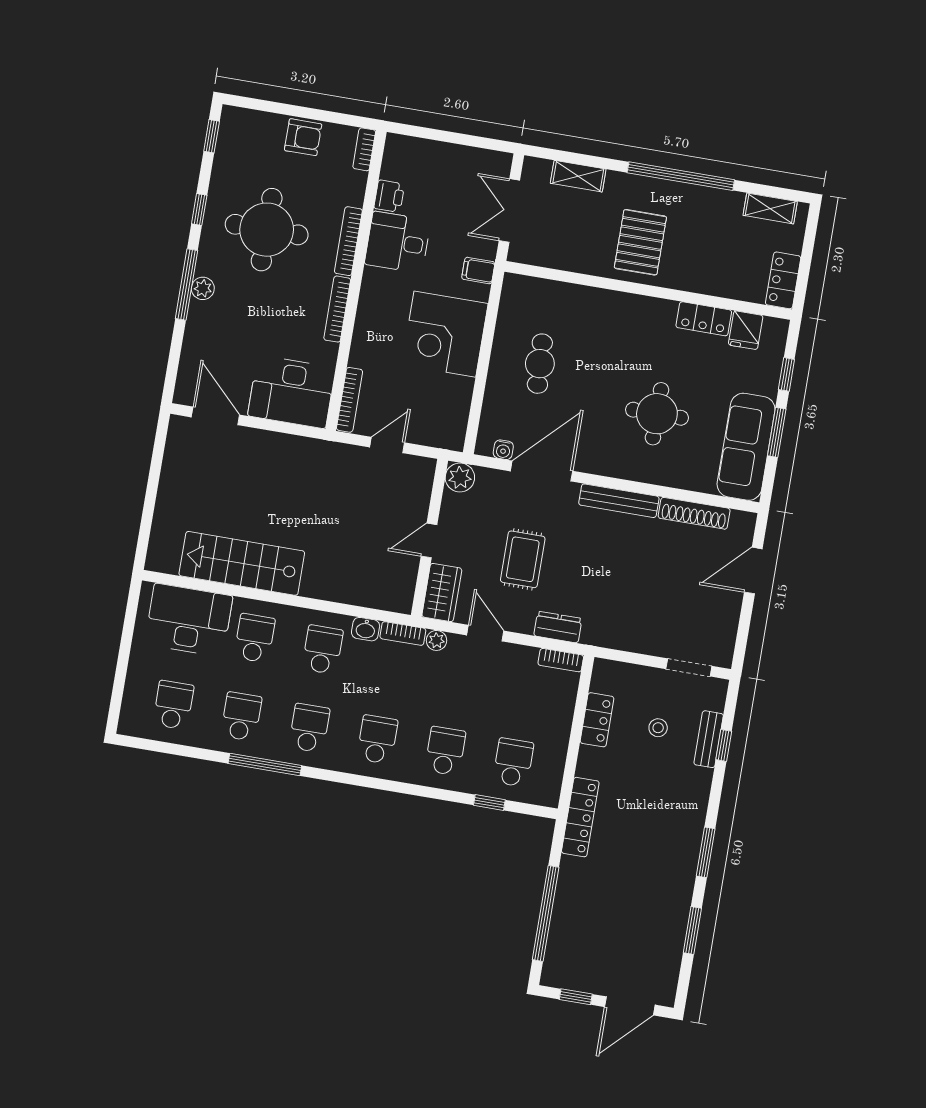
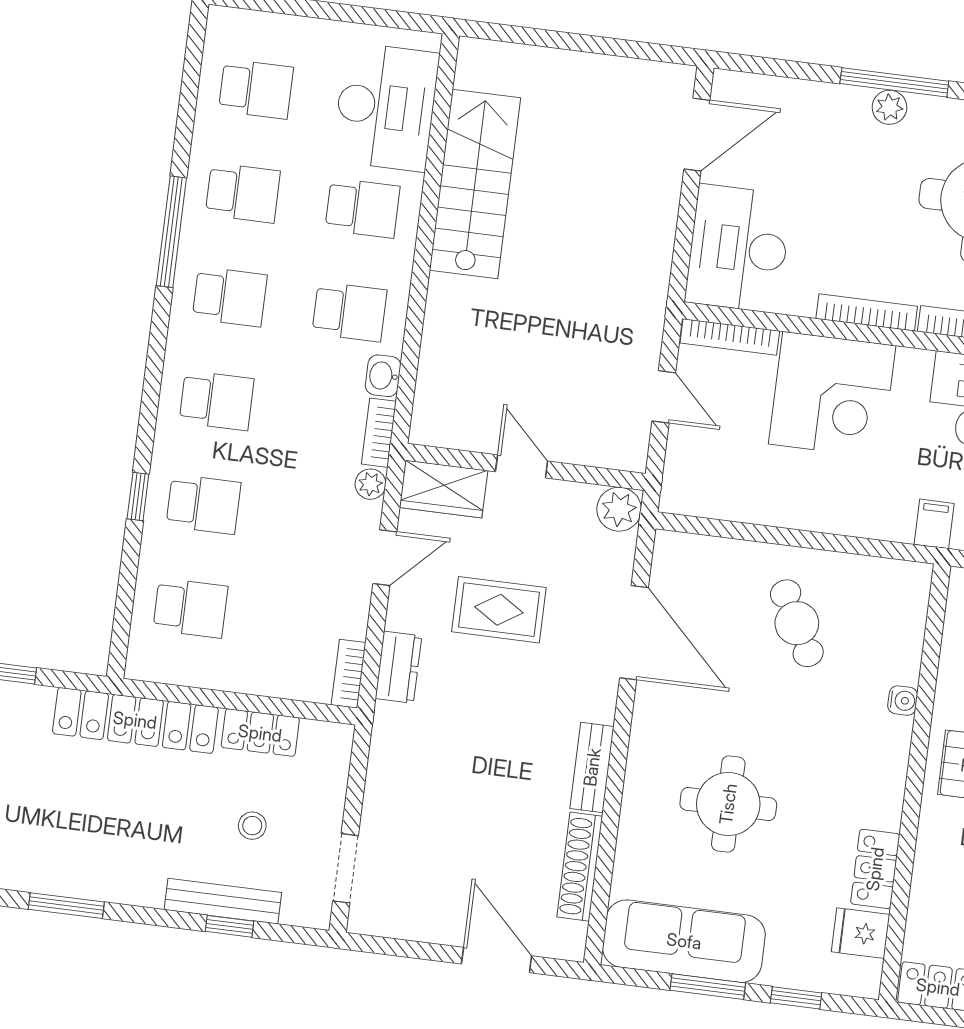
corner desk: (445, 334) -> (832, 395), moved, turned 180
cafe table: (540, 364) -> (797, 623), turned 65
water cooler: (503, 450) -> (903, 701), moved, turned 180
bench: (619, 501) -> (592, 767), width x0.73
bench: (709, 739) -> (223, 901), width x1.36
window: (489, 802) -> (138, 497), moved
locker: (580, 817) -> (135, 720), width x1.41, depth x1.21

